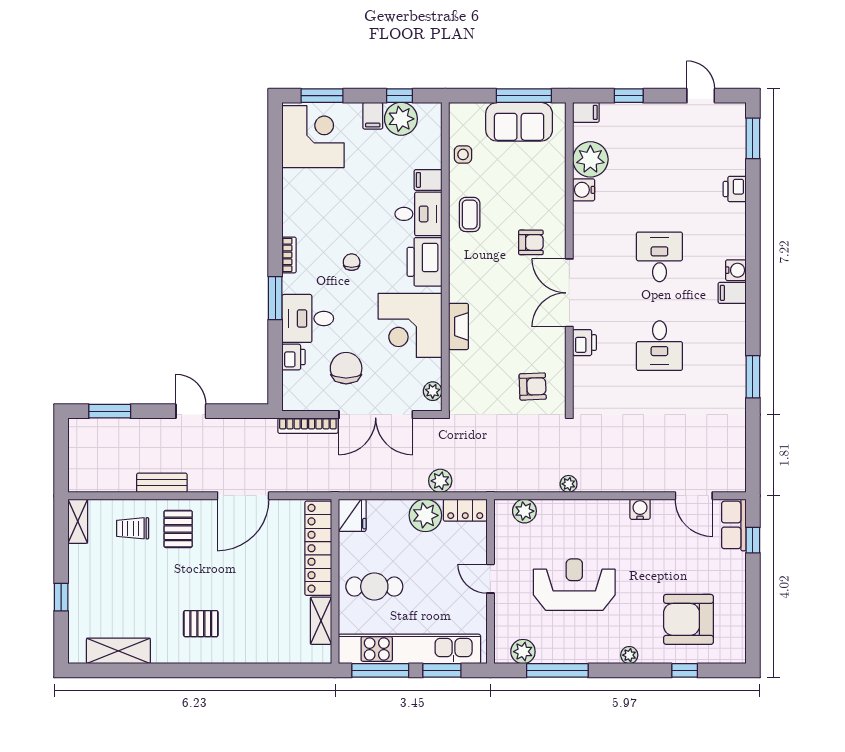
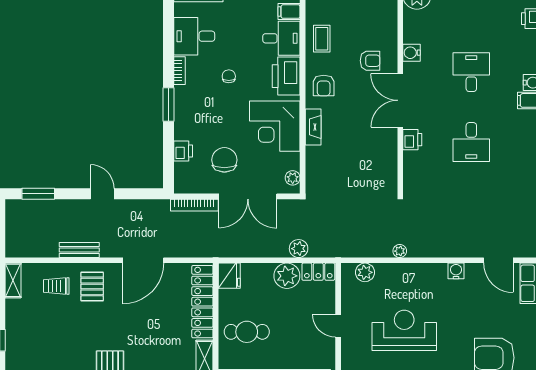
water cooler: (584, 190) -> (412, 53), moved
desk: (308, 318) -> (194, 36), moved
armchair: (533, 386) -> (324, 85), moved, turned 92

